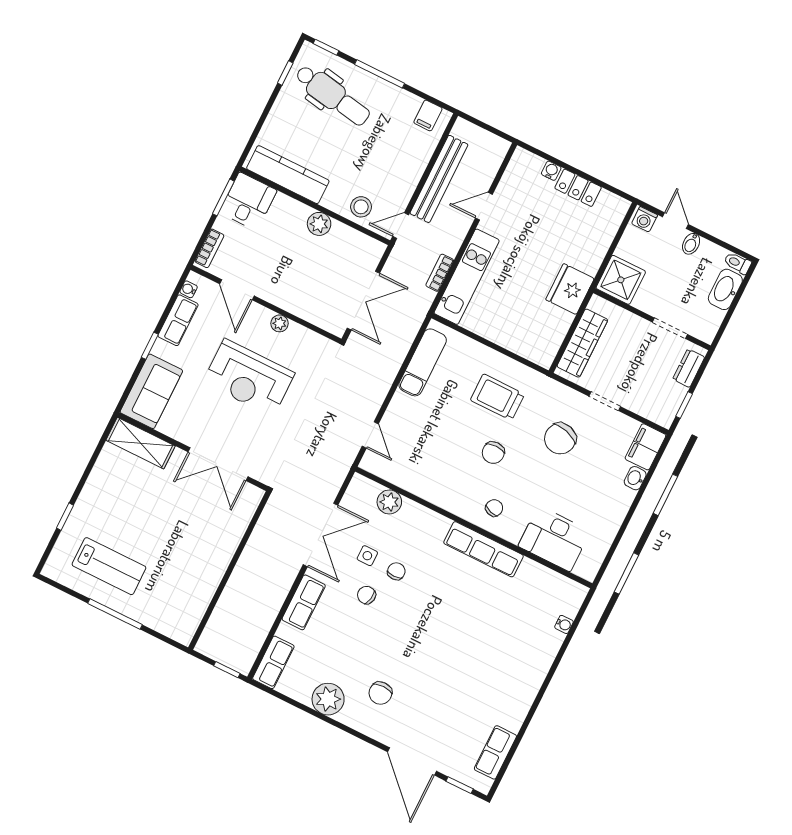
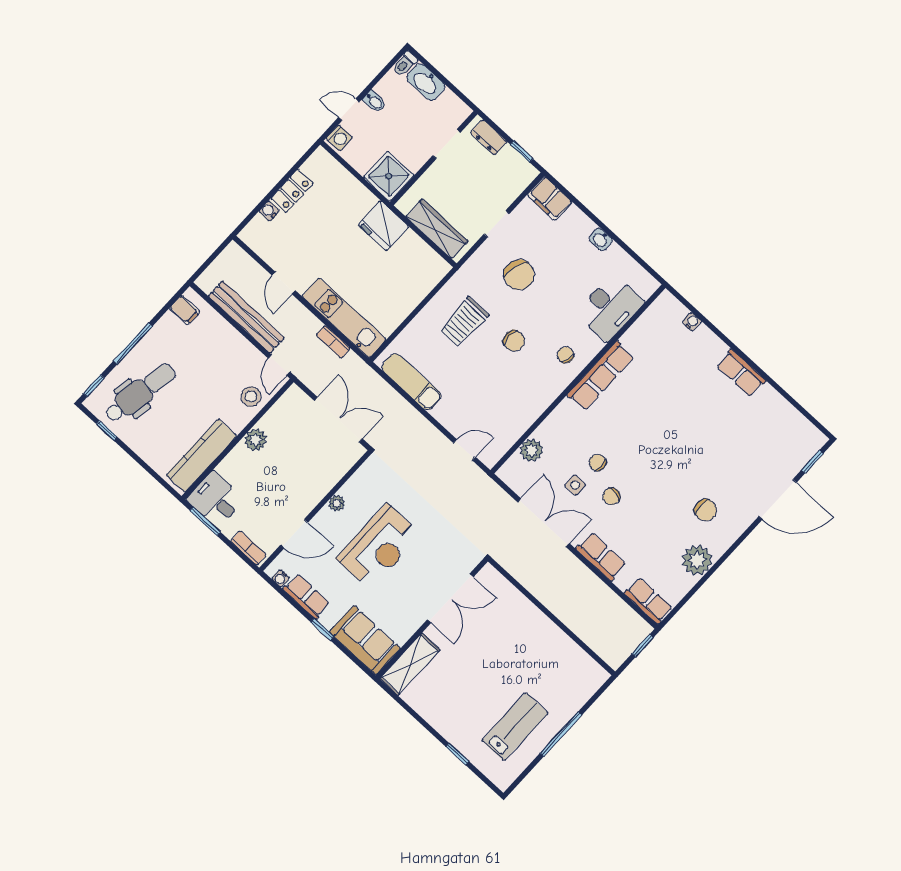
washbasin: (635, 478) -> (601, 239), moved
row of seats: (495, 752) -> (741, 373), moved

